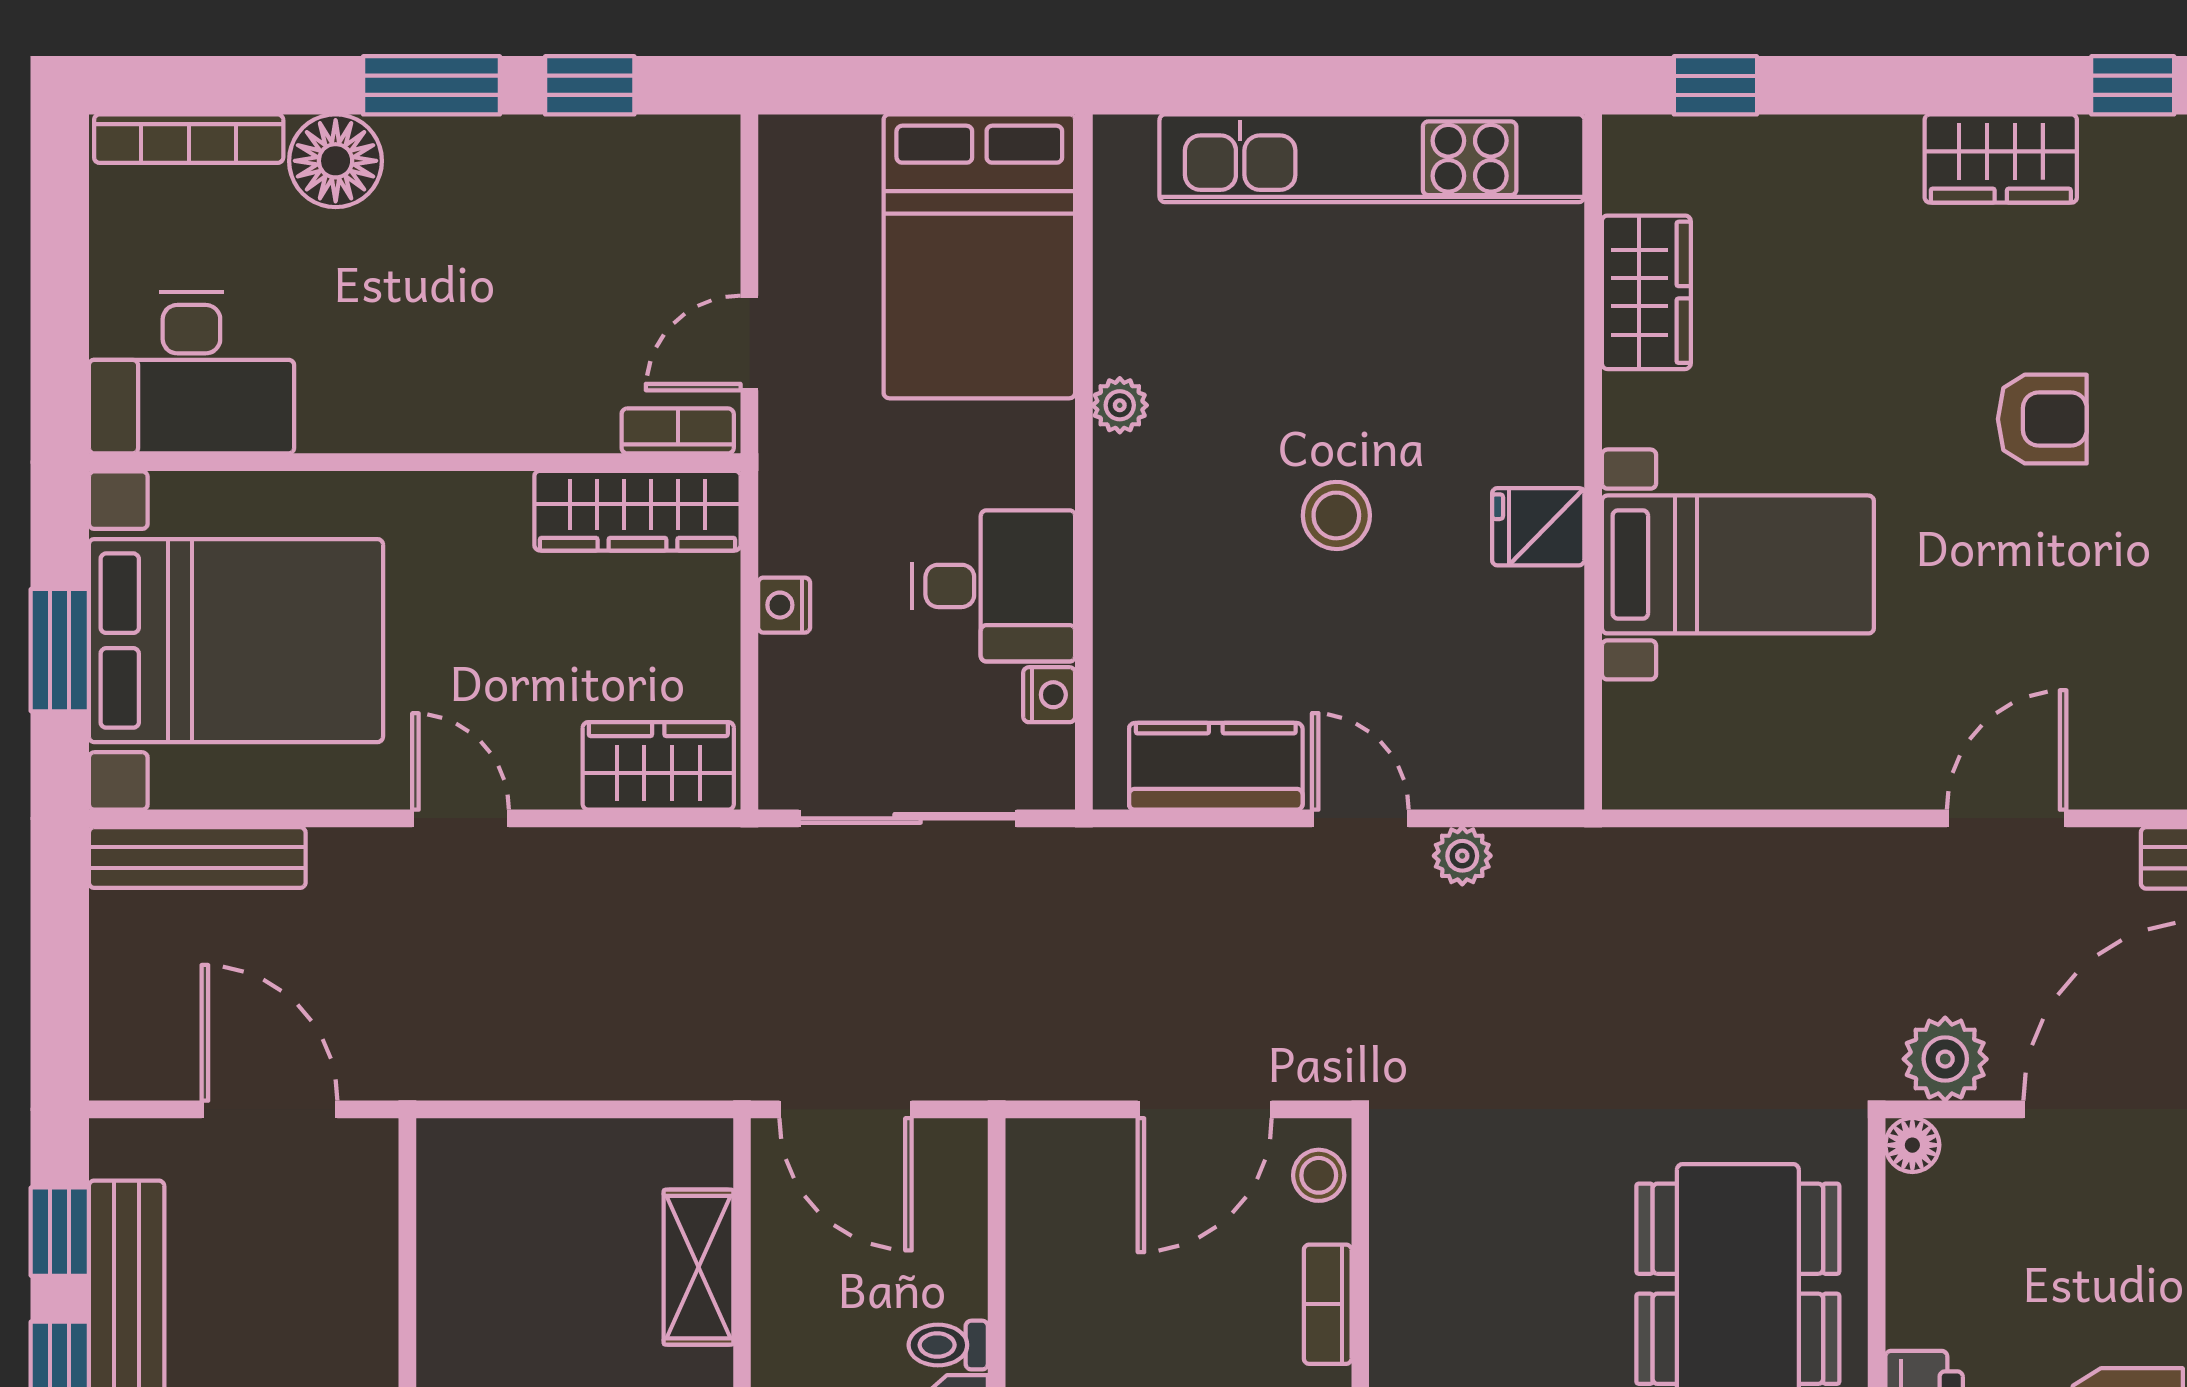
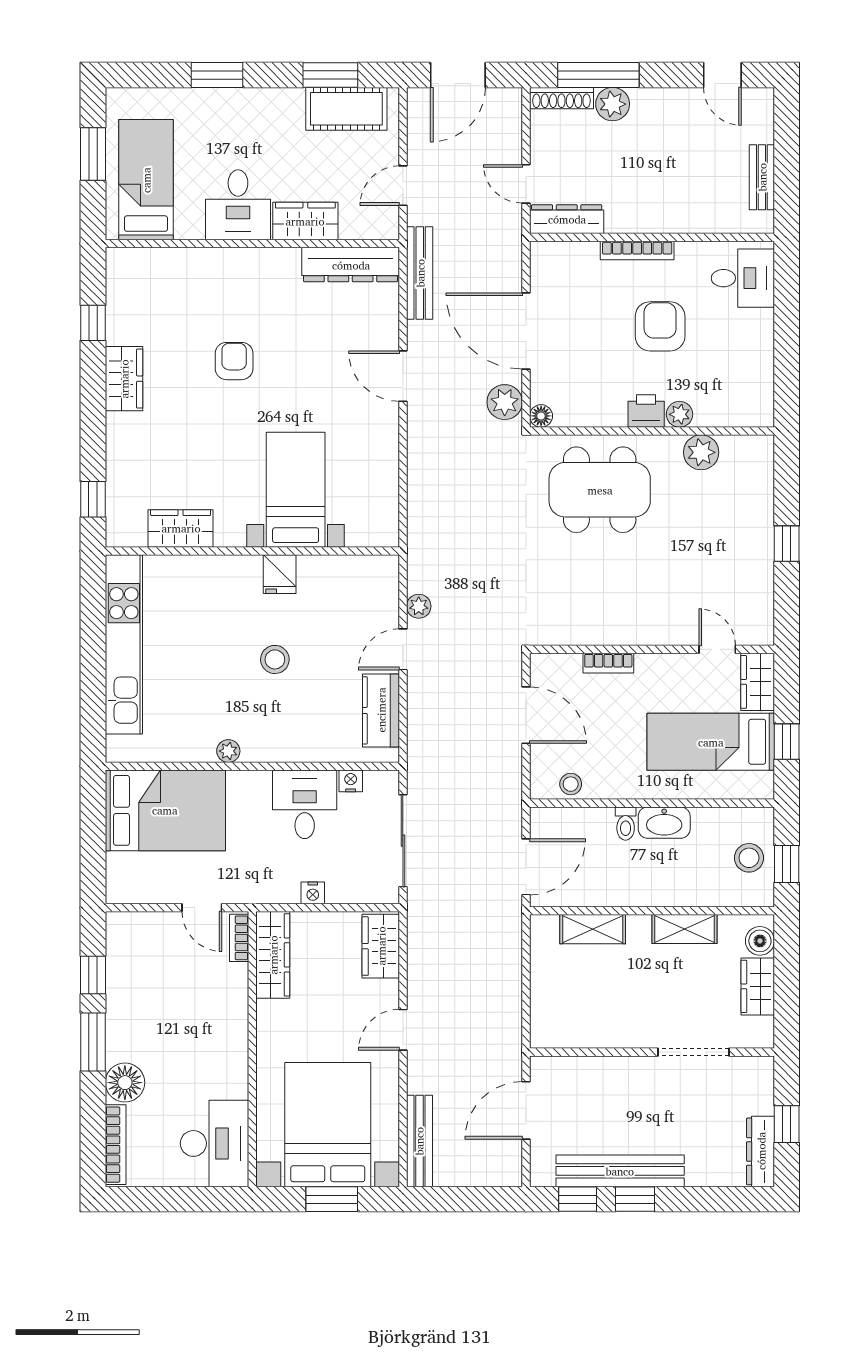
stool: (1319, 1175) -> (571, 784), moved

